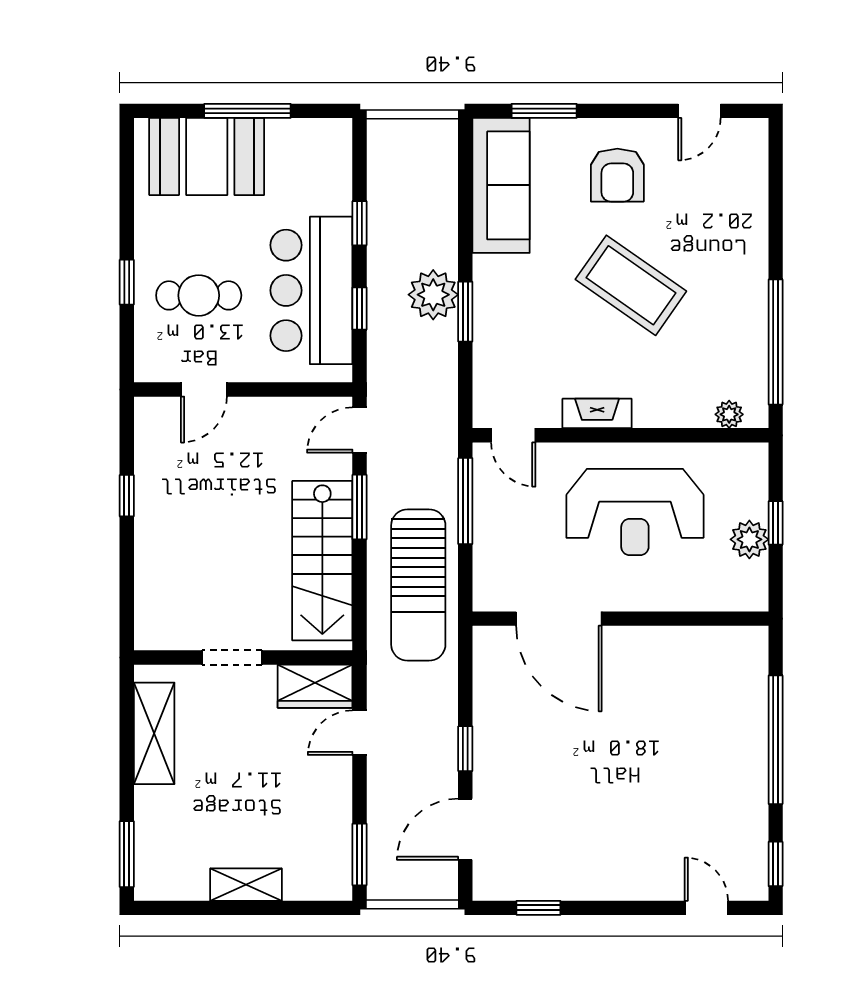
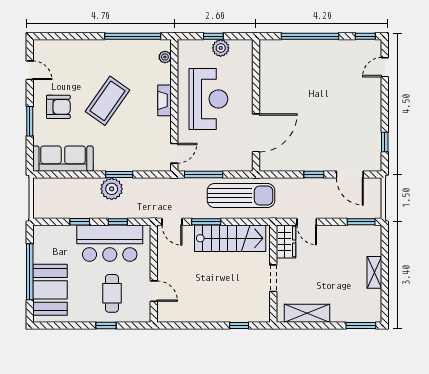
window: (247, 111) -> (30, 272), width x1.46
window: (544, 111) -> (30, 121), moved
fireplace: (597, 413) -> (165, 100), moved
window: (127, 496) -> (239, 325), moved

